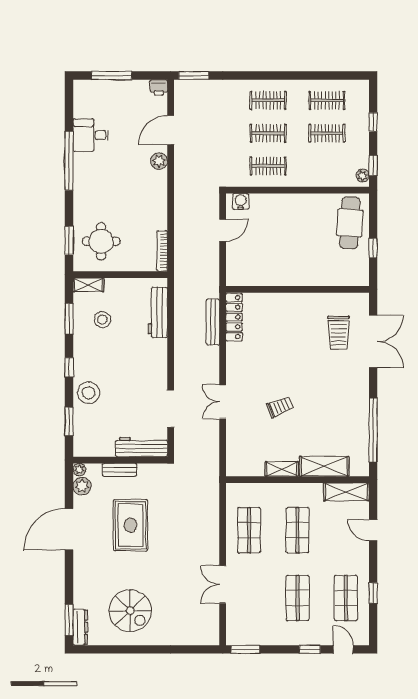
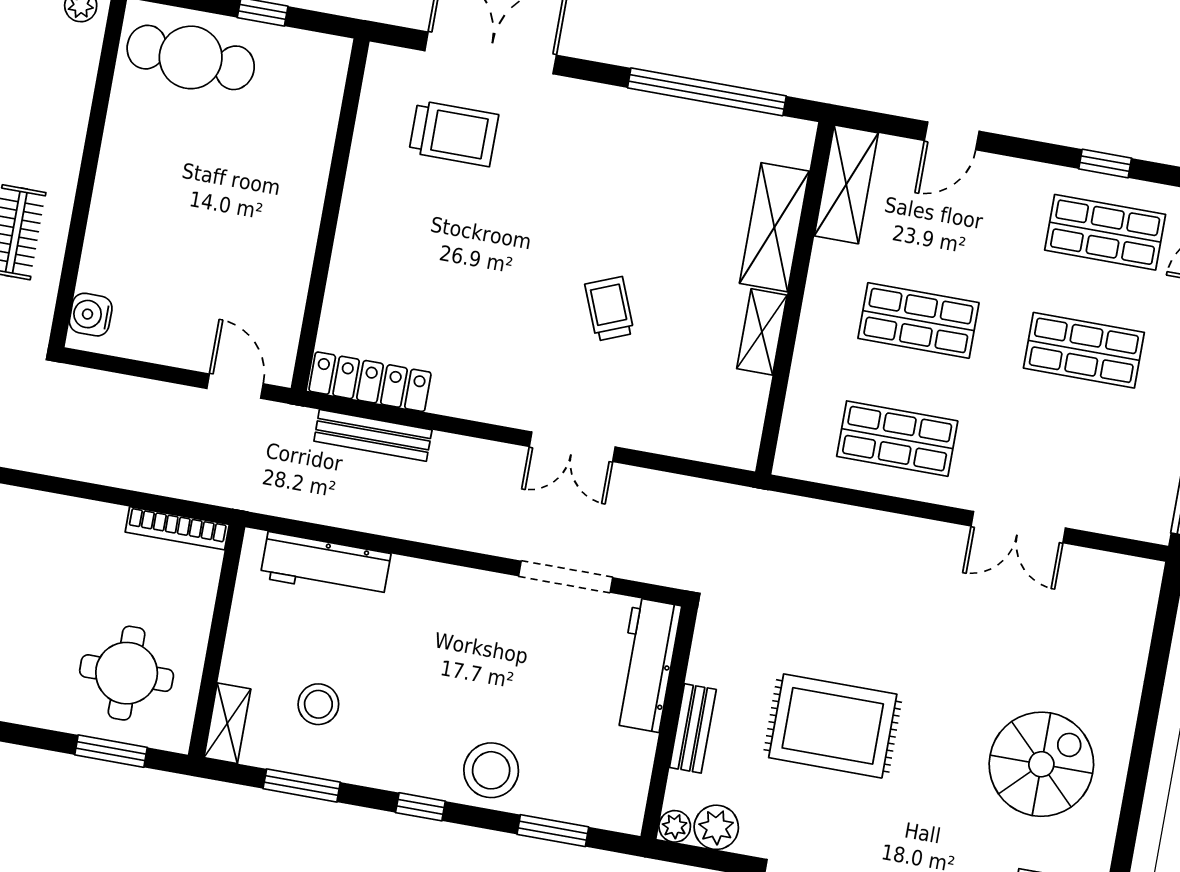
door: (223, 230) -> (235, 386), moved

